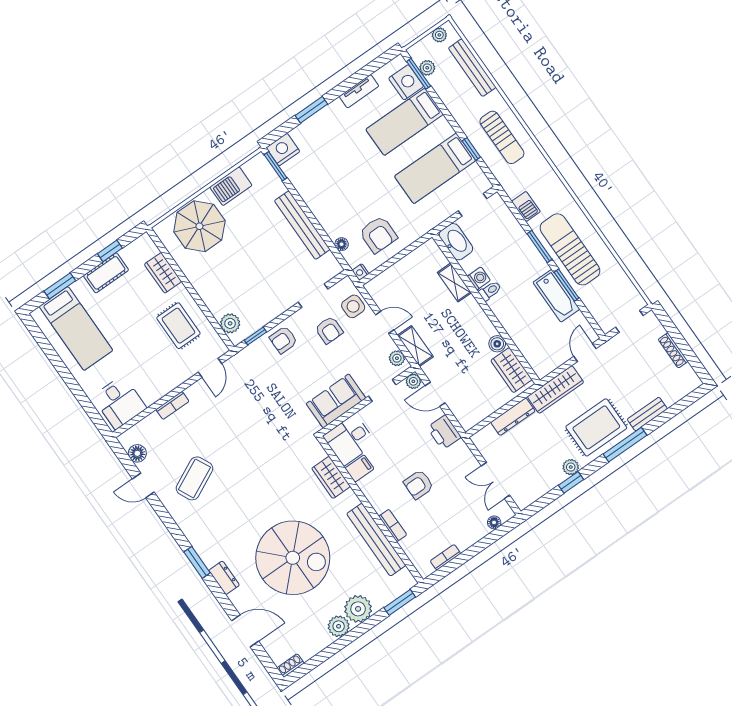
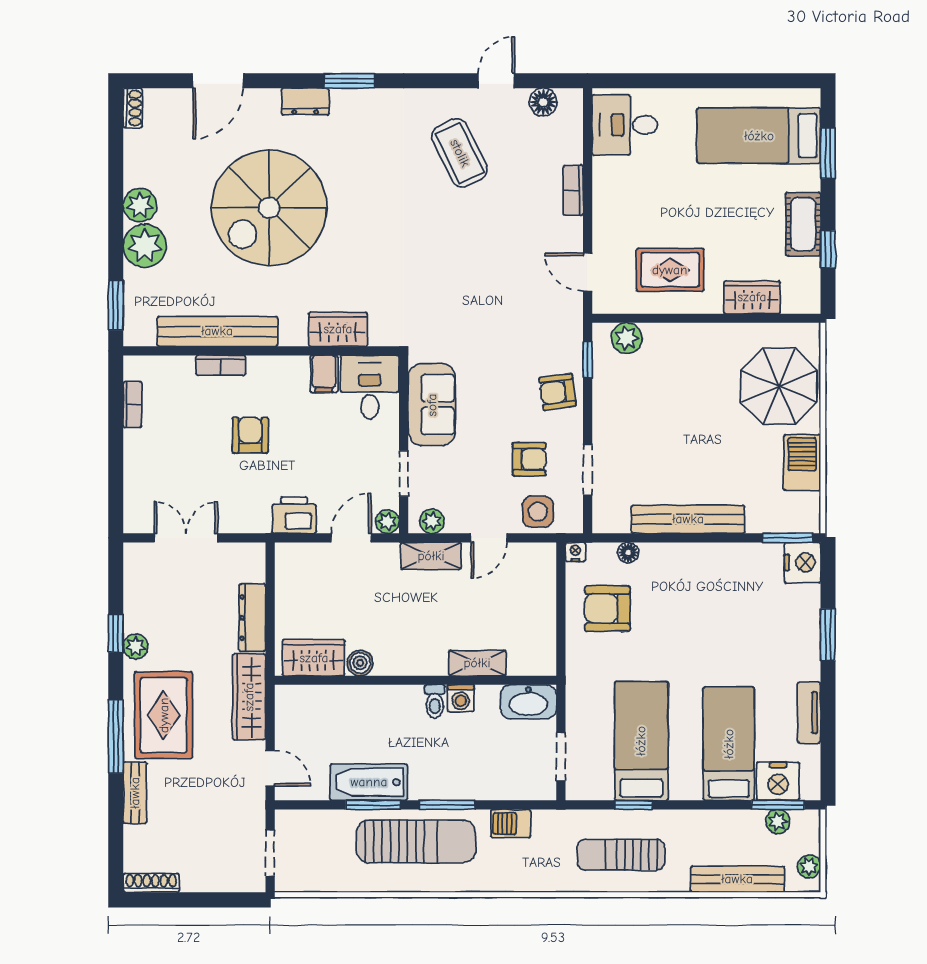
armchair: (329, 330) -> (529, 459), turned 180
armchair: (283, 340) -> (558, 392), turned -98
shoe rack: (673, 350) -> (151, 883), moved
floor lamp: (494, 522) -> (133, 498), removed

